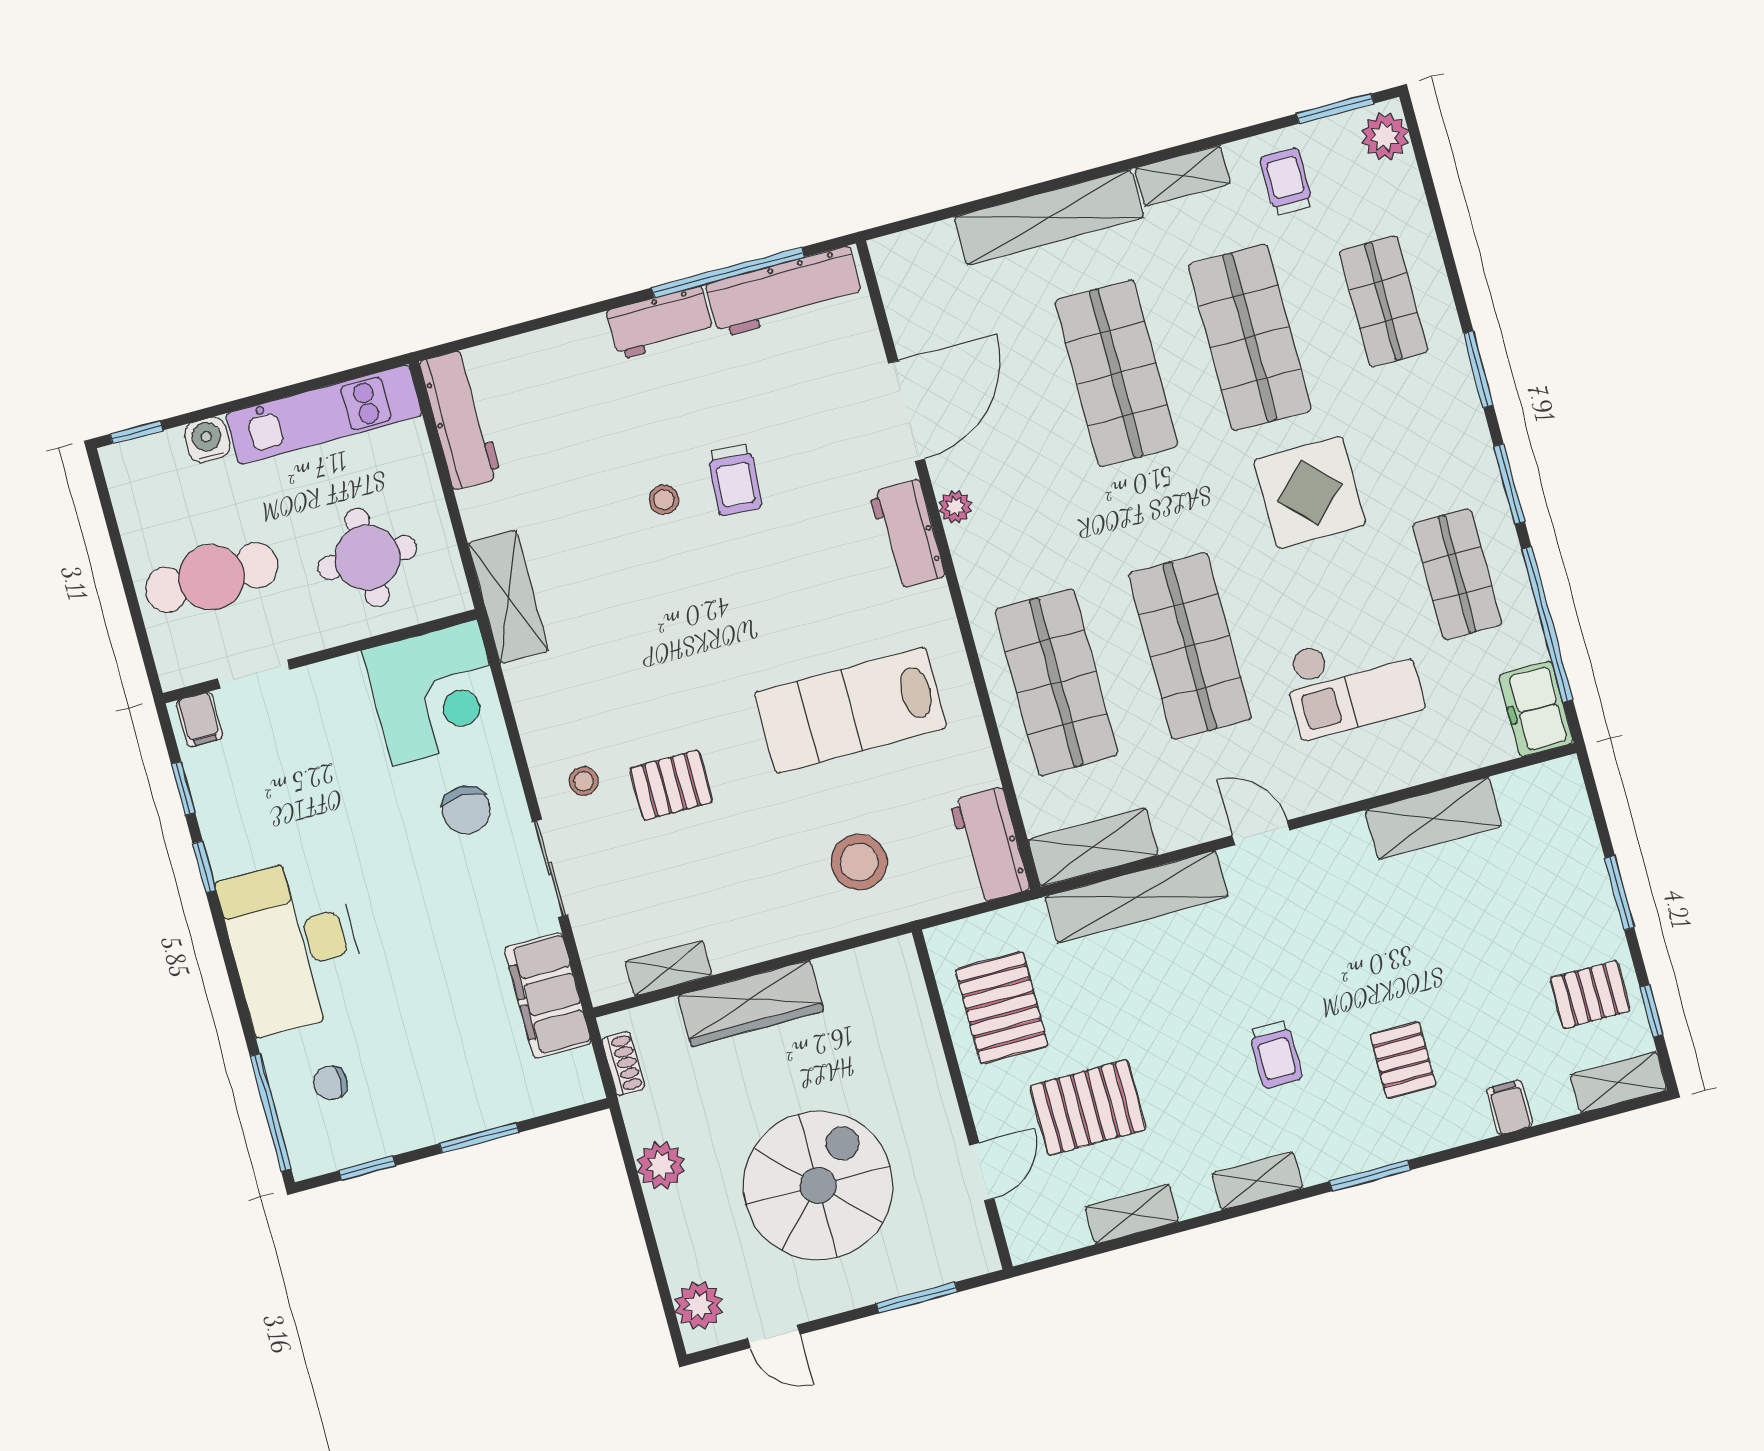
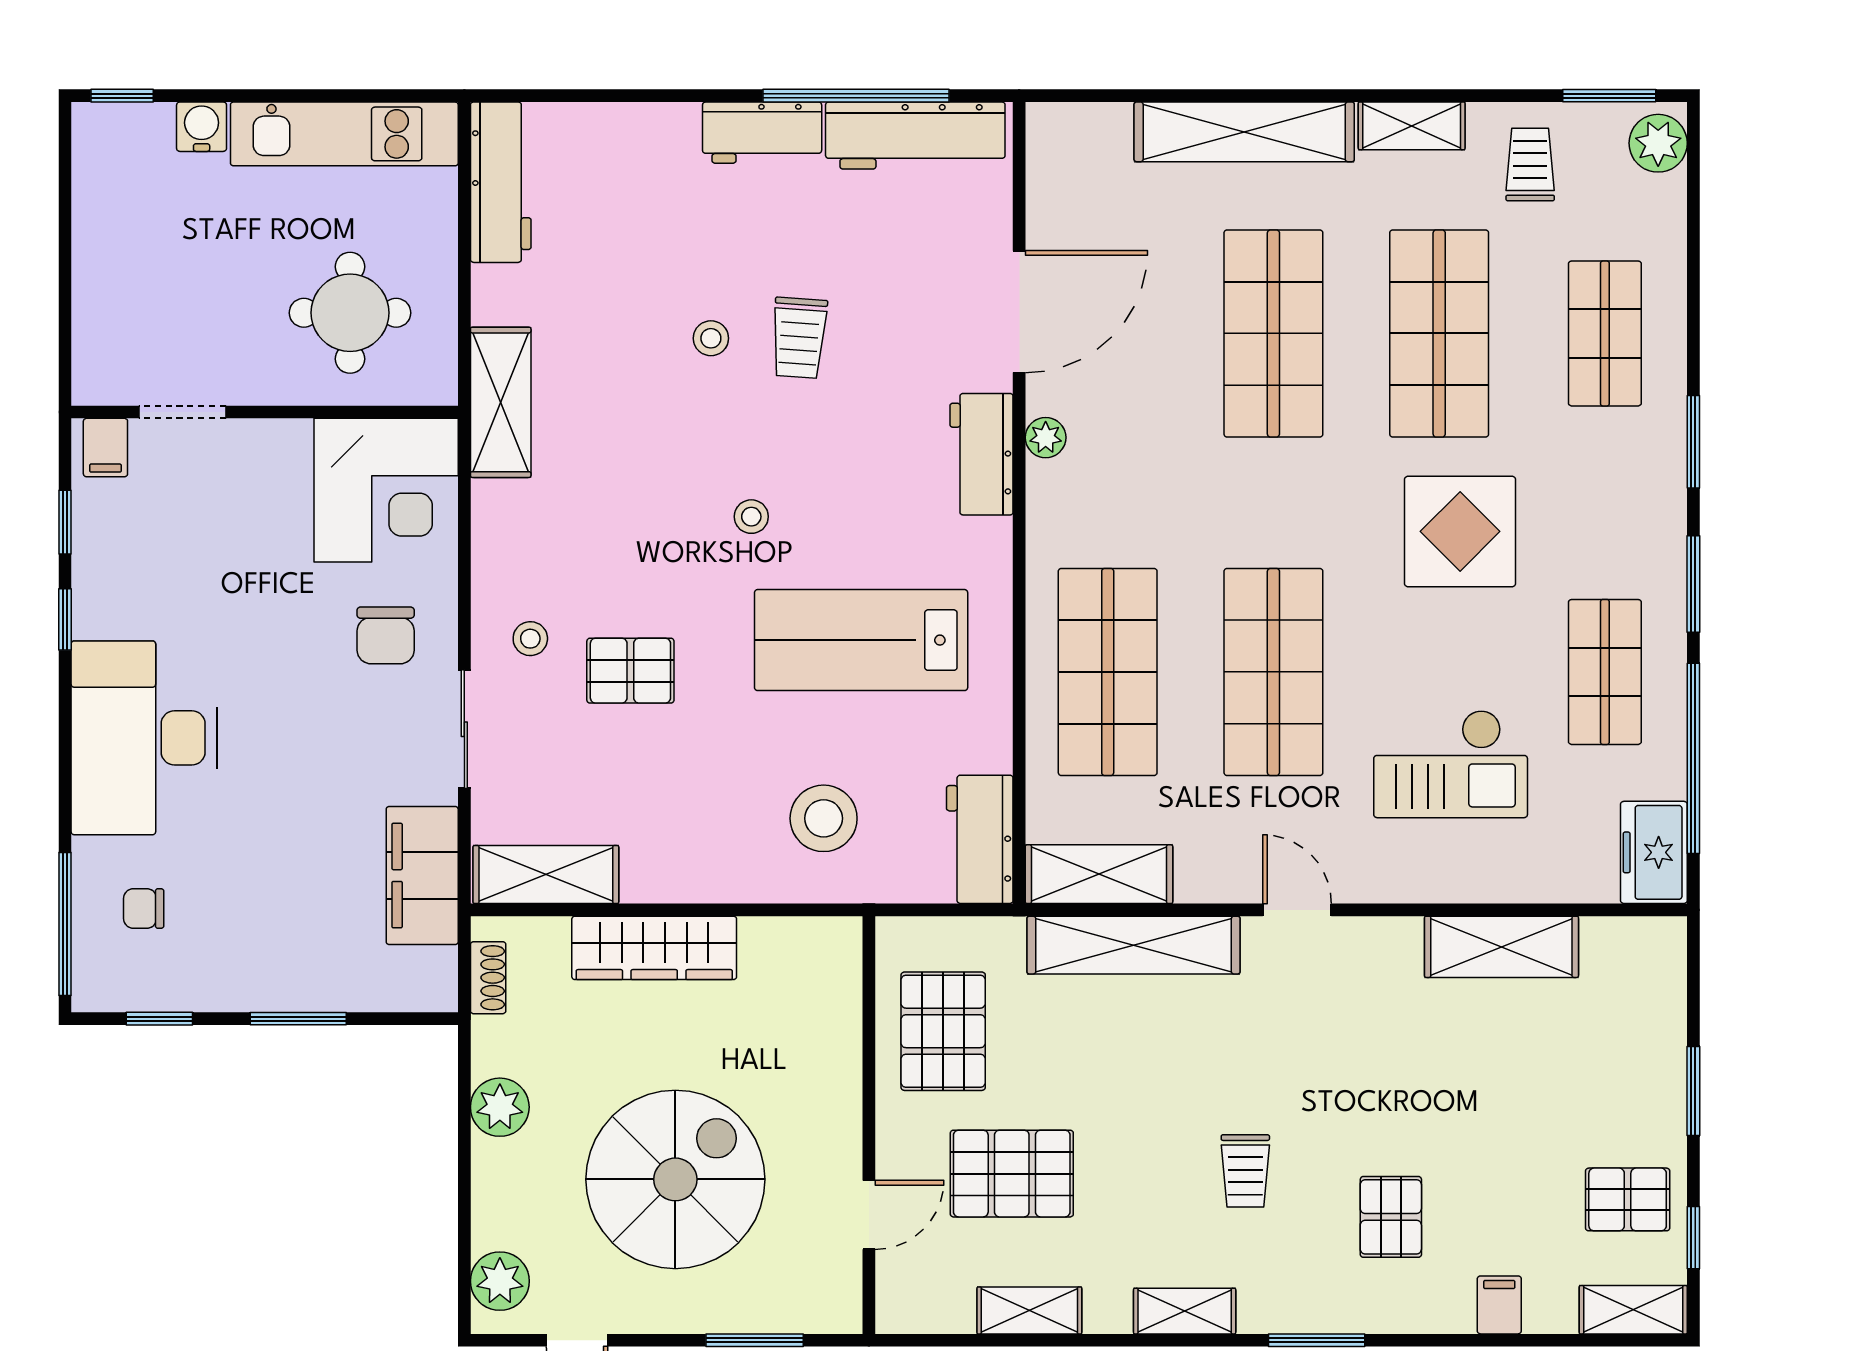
cafe table: (212, 577) -> (164, 287), removed
stool: (735, 635) -> (751, 517), added
shelving: (669, 968) -> (546, 874), width x1.50, depth x1.33

